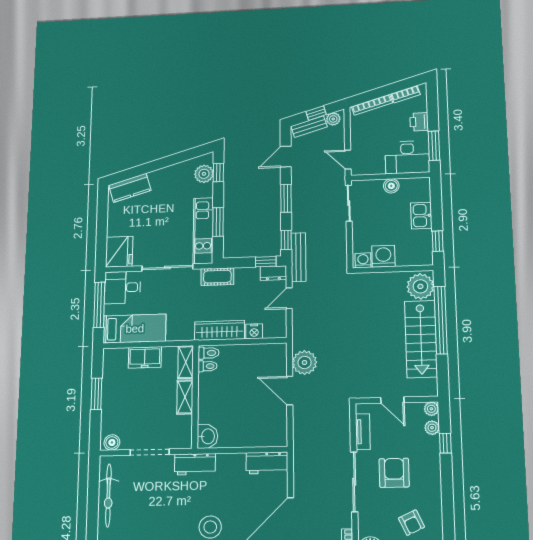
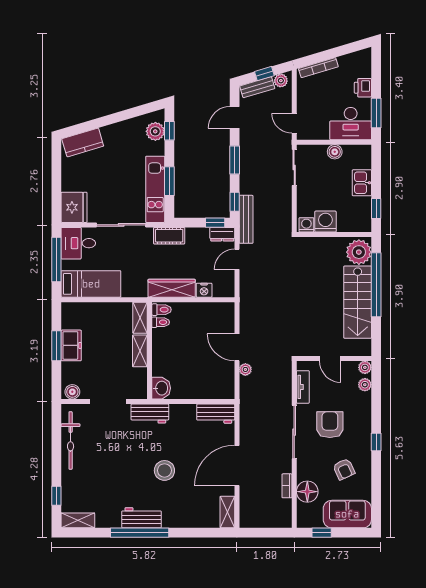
bookcase: (406, 94) -> (351, 58), removed
freezer: (145, 357) -> (71, 345), moved, turned -90
plant: (305, 362) -> (245, 369), moved, width x0.53, depth x0.53
window: (445, 443) -> (376, 442), moved

